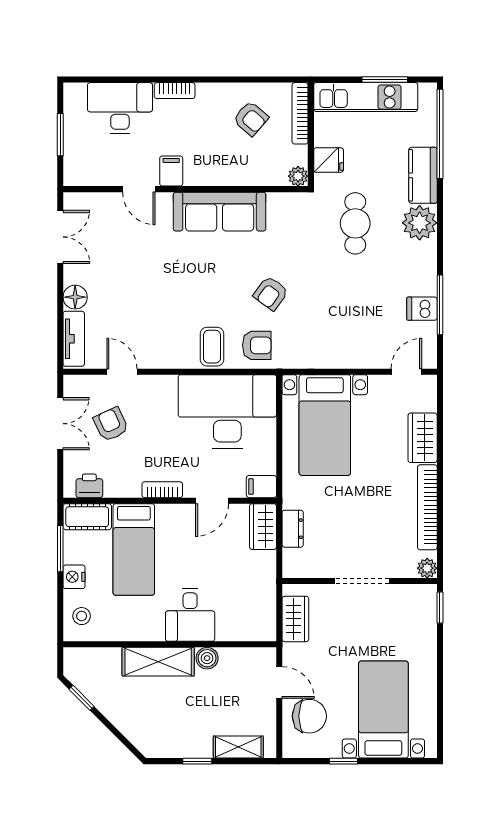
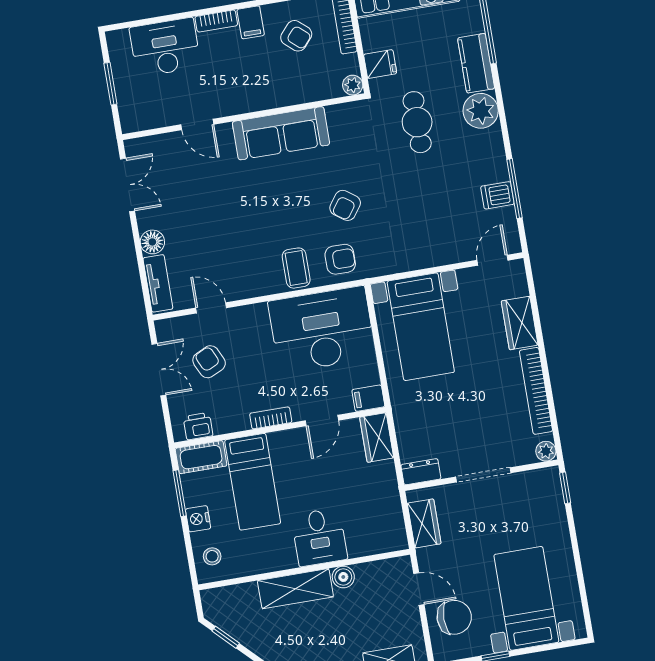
filing cabinet: (171, 171) -> (251, 22), moved, turned 180
dresser: (293, 529) -> (421, 472), moved, turned -90

